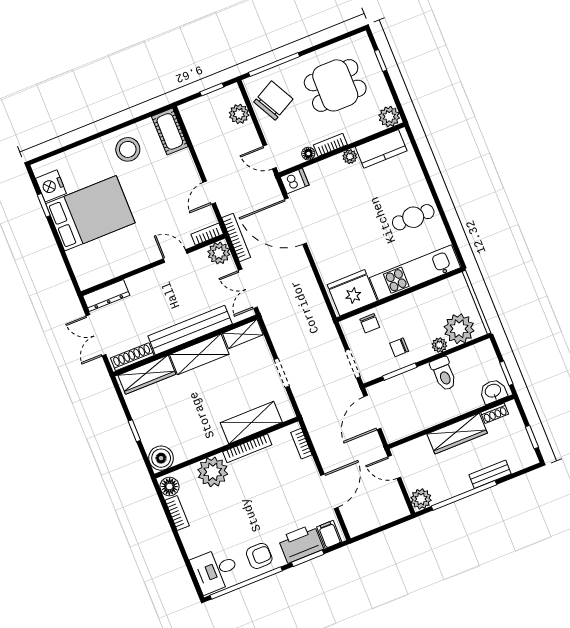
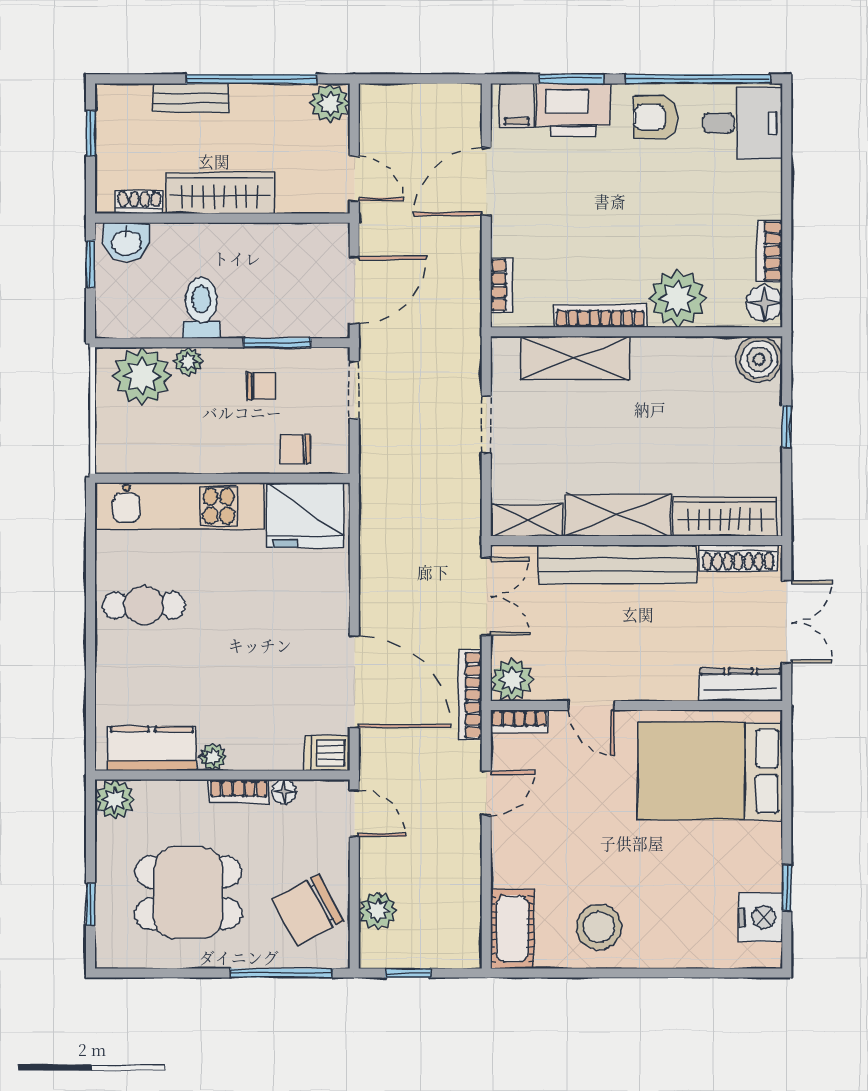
bed: (90, 213) -> (710, 771), moved
chair: (370, 323) -> (296, 449), turned -90

